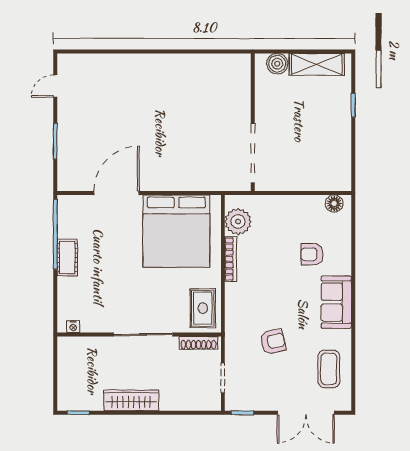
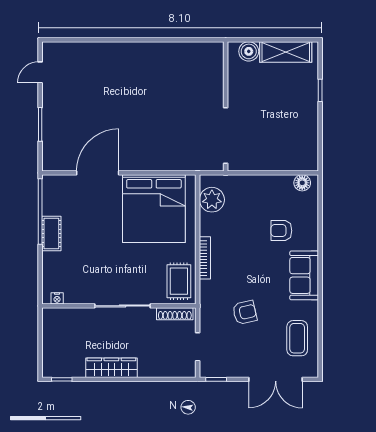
bookcase: (231, 259) -> (205, 258), moved

